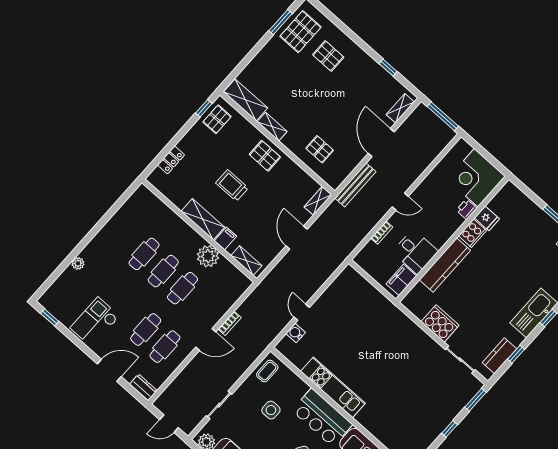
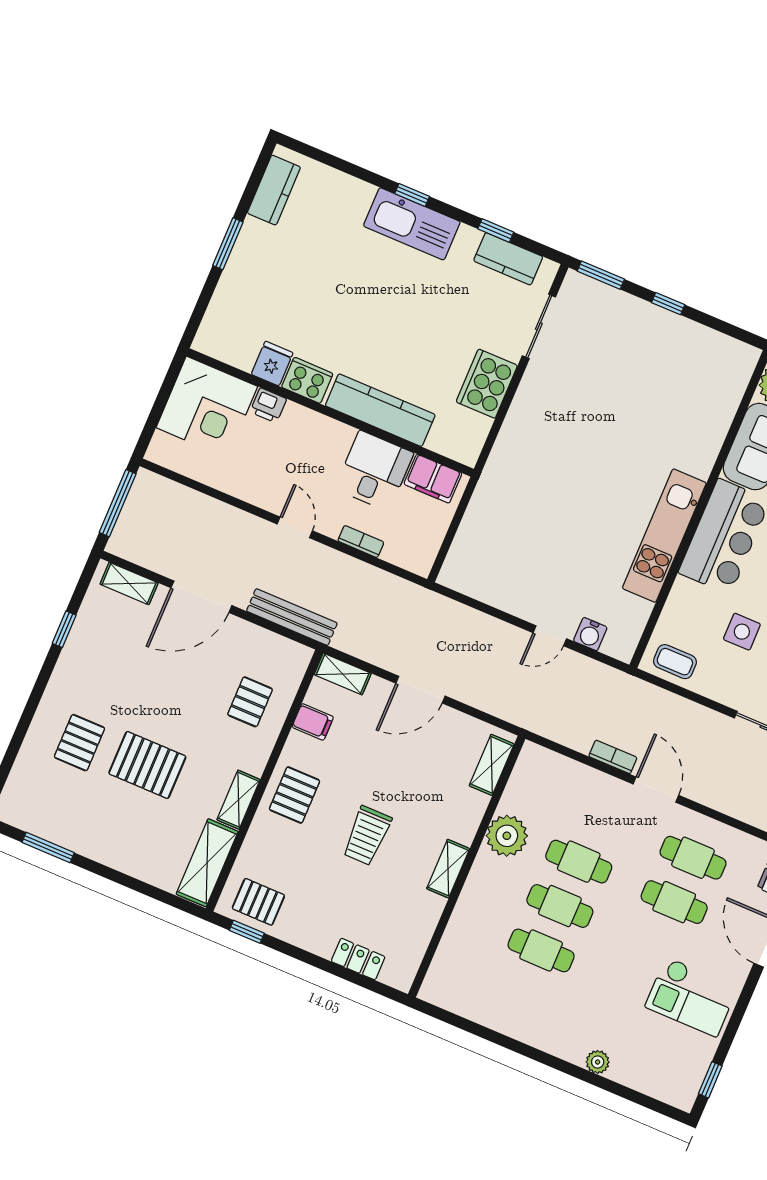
pallet: (301, 32) -> (147, 765), moved
shelving: (203, 219) -> (448, 869), width x0.67, depth x0.75
filing cabinet: (225, 239) -> (313, 722), moved, turned 180

